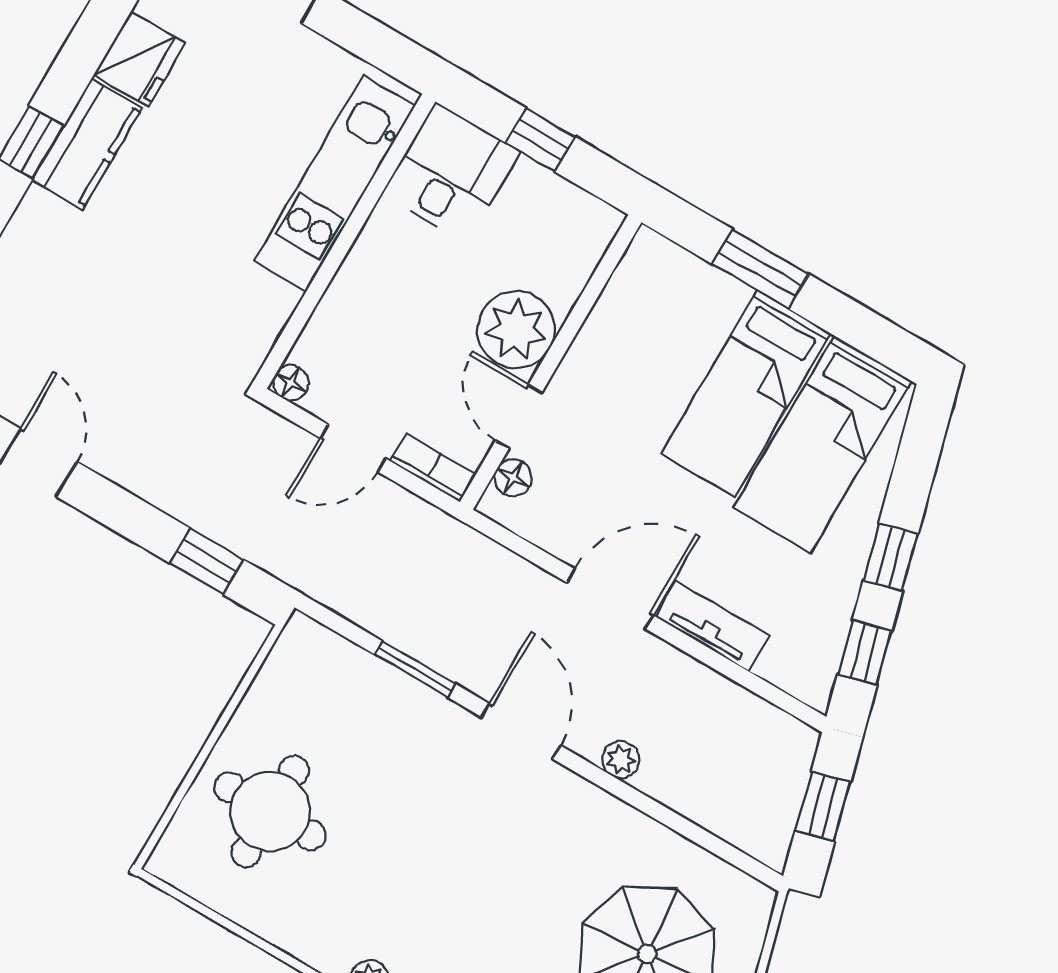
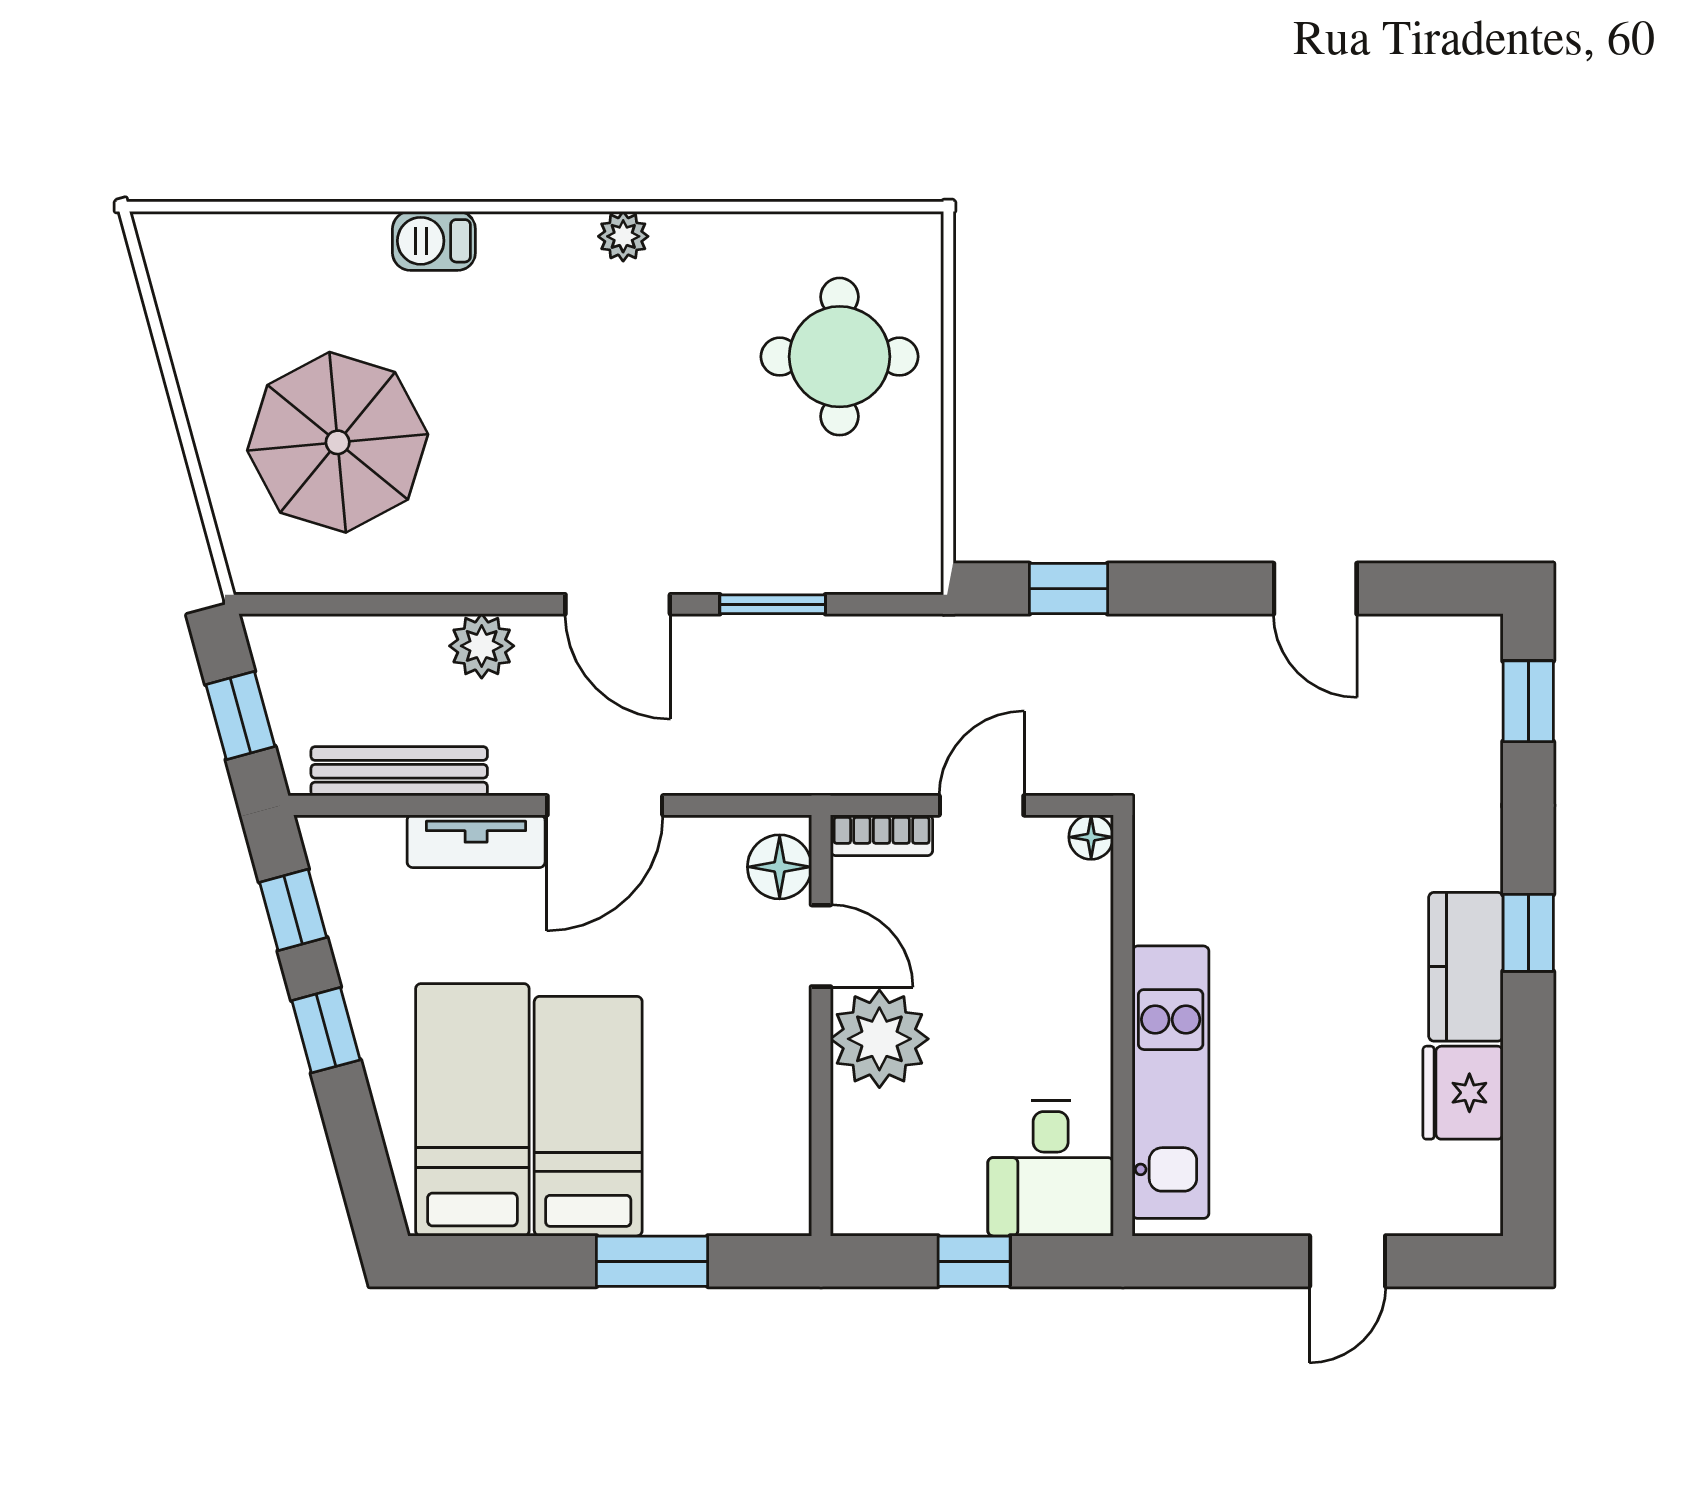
floor lamp: (513, 478) -> (780, 867), width x1.37, depth x1.37
bench: (737, 705) -> (399, 771), added
plant: (621, 760) -> (482, 646), width x1.38, depth x1.38

